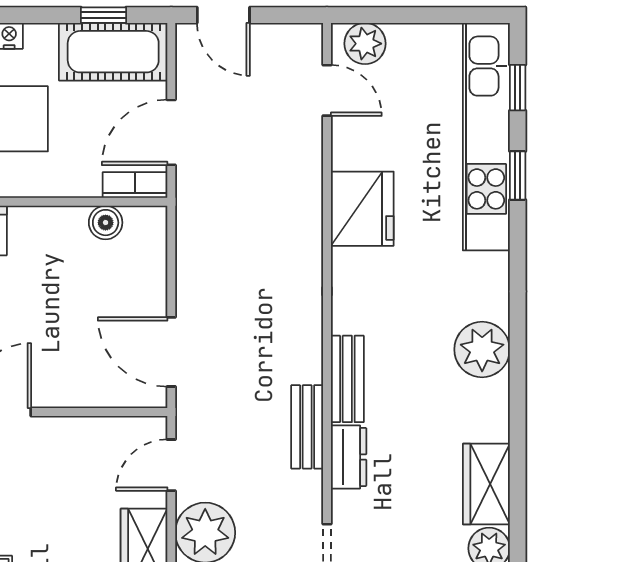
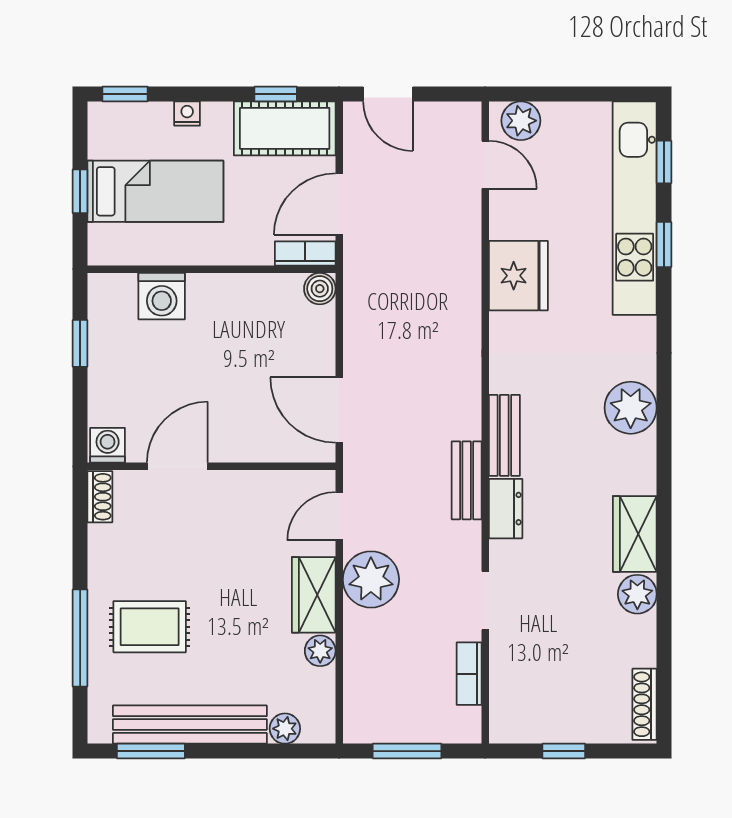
boiler: (106, 223) -> (320, 289), moved

